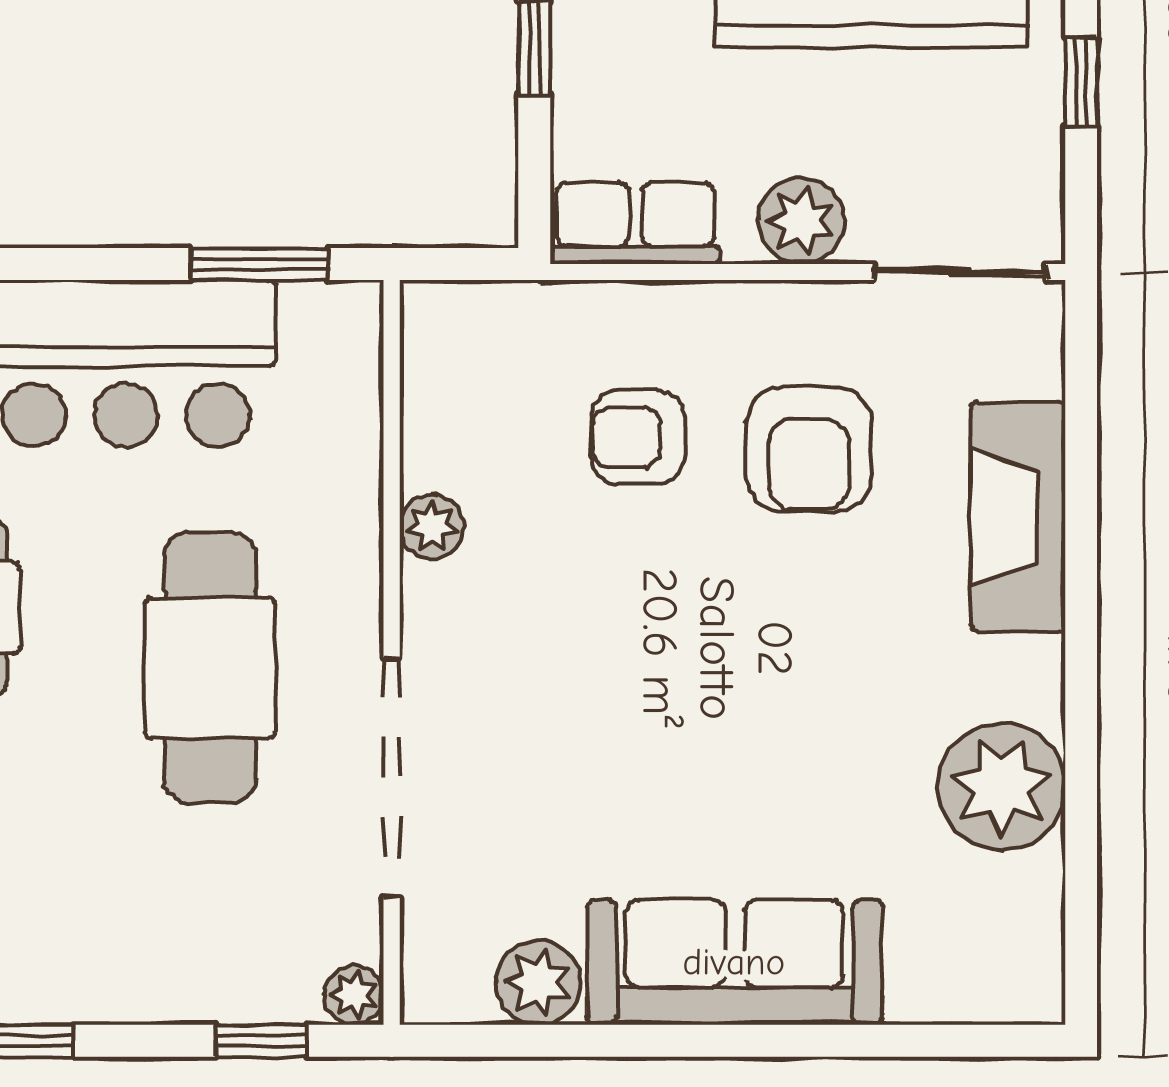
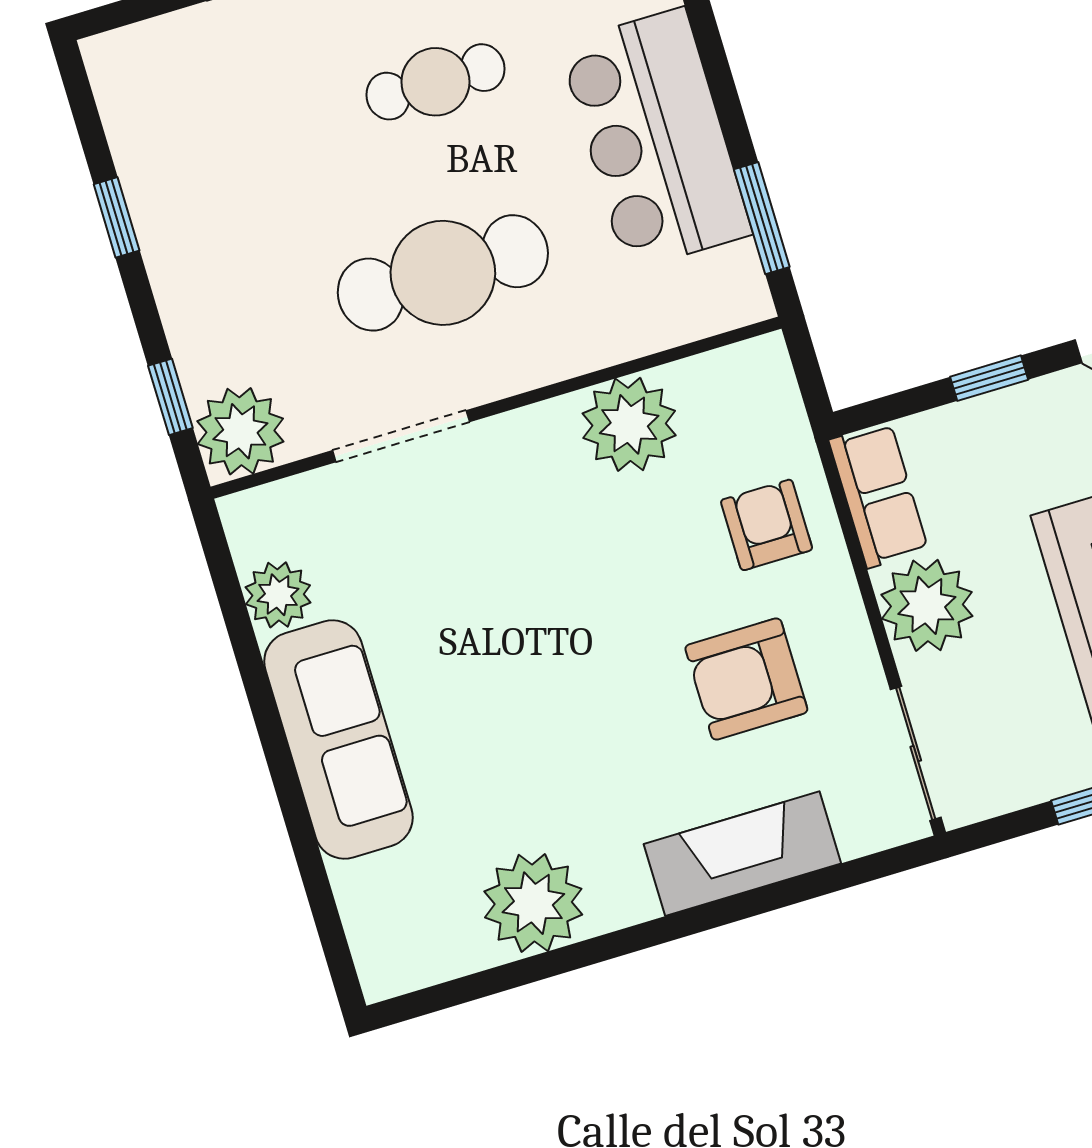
plant: (801, 221) -> (927, 605), width x1.36, depth x1.36
armchair: (638, 437) -> (767, 525), moved
plant: (432, 526) -> (629, 424), width x1.87, depth x1.87
doorway: (392, 777) -> (401, 436), width x0.73
plant: (354, 995) -> (240, 431), width x1.88, depth x1.88

